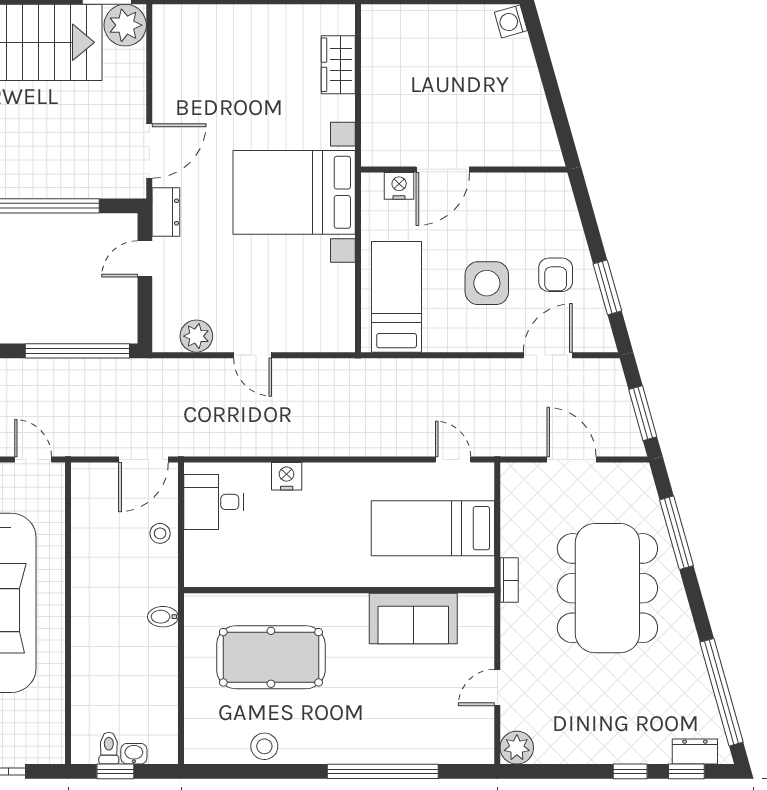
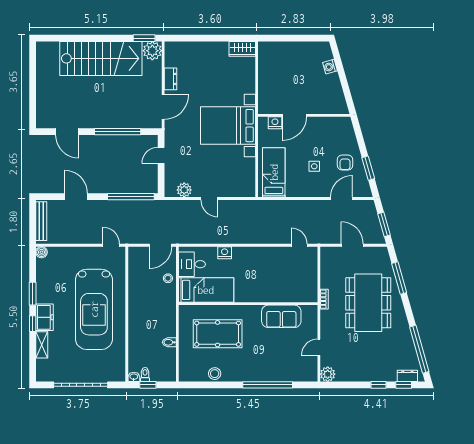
washing machine: (511, 21) -> (330, 67), moved
wardrobe: (338, 65) -> (242, 49), moved, turned -90
dresser: (166, 212) -> (171, 79), moved
side table: (487, 283) -> (314, 166), width x0.54, depth x0.54
bed: (433, 528) -> (206, 290), moved, turned 180
bidet: (163, 617) -> (169, 342), moved
washbasin: (134, 754) -> (134, 377), moved

